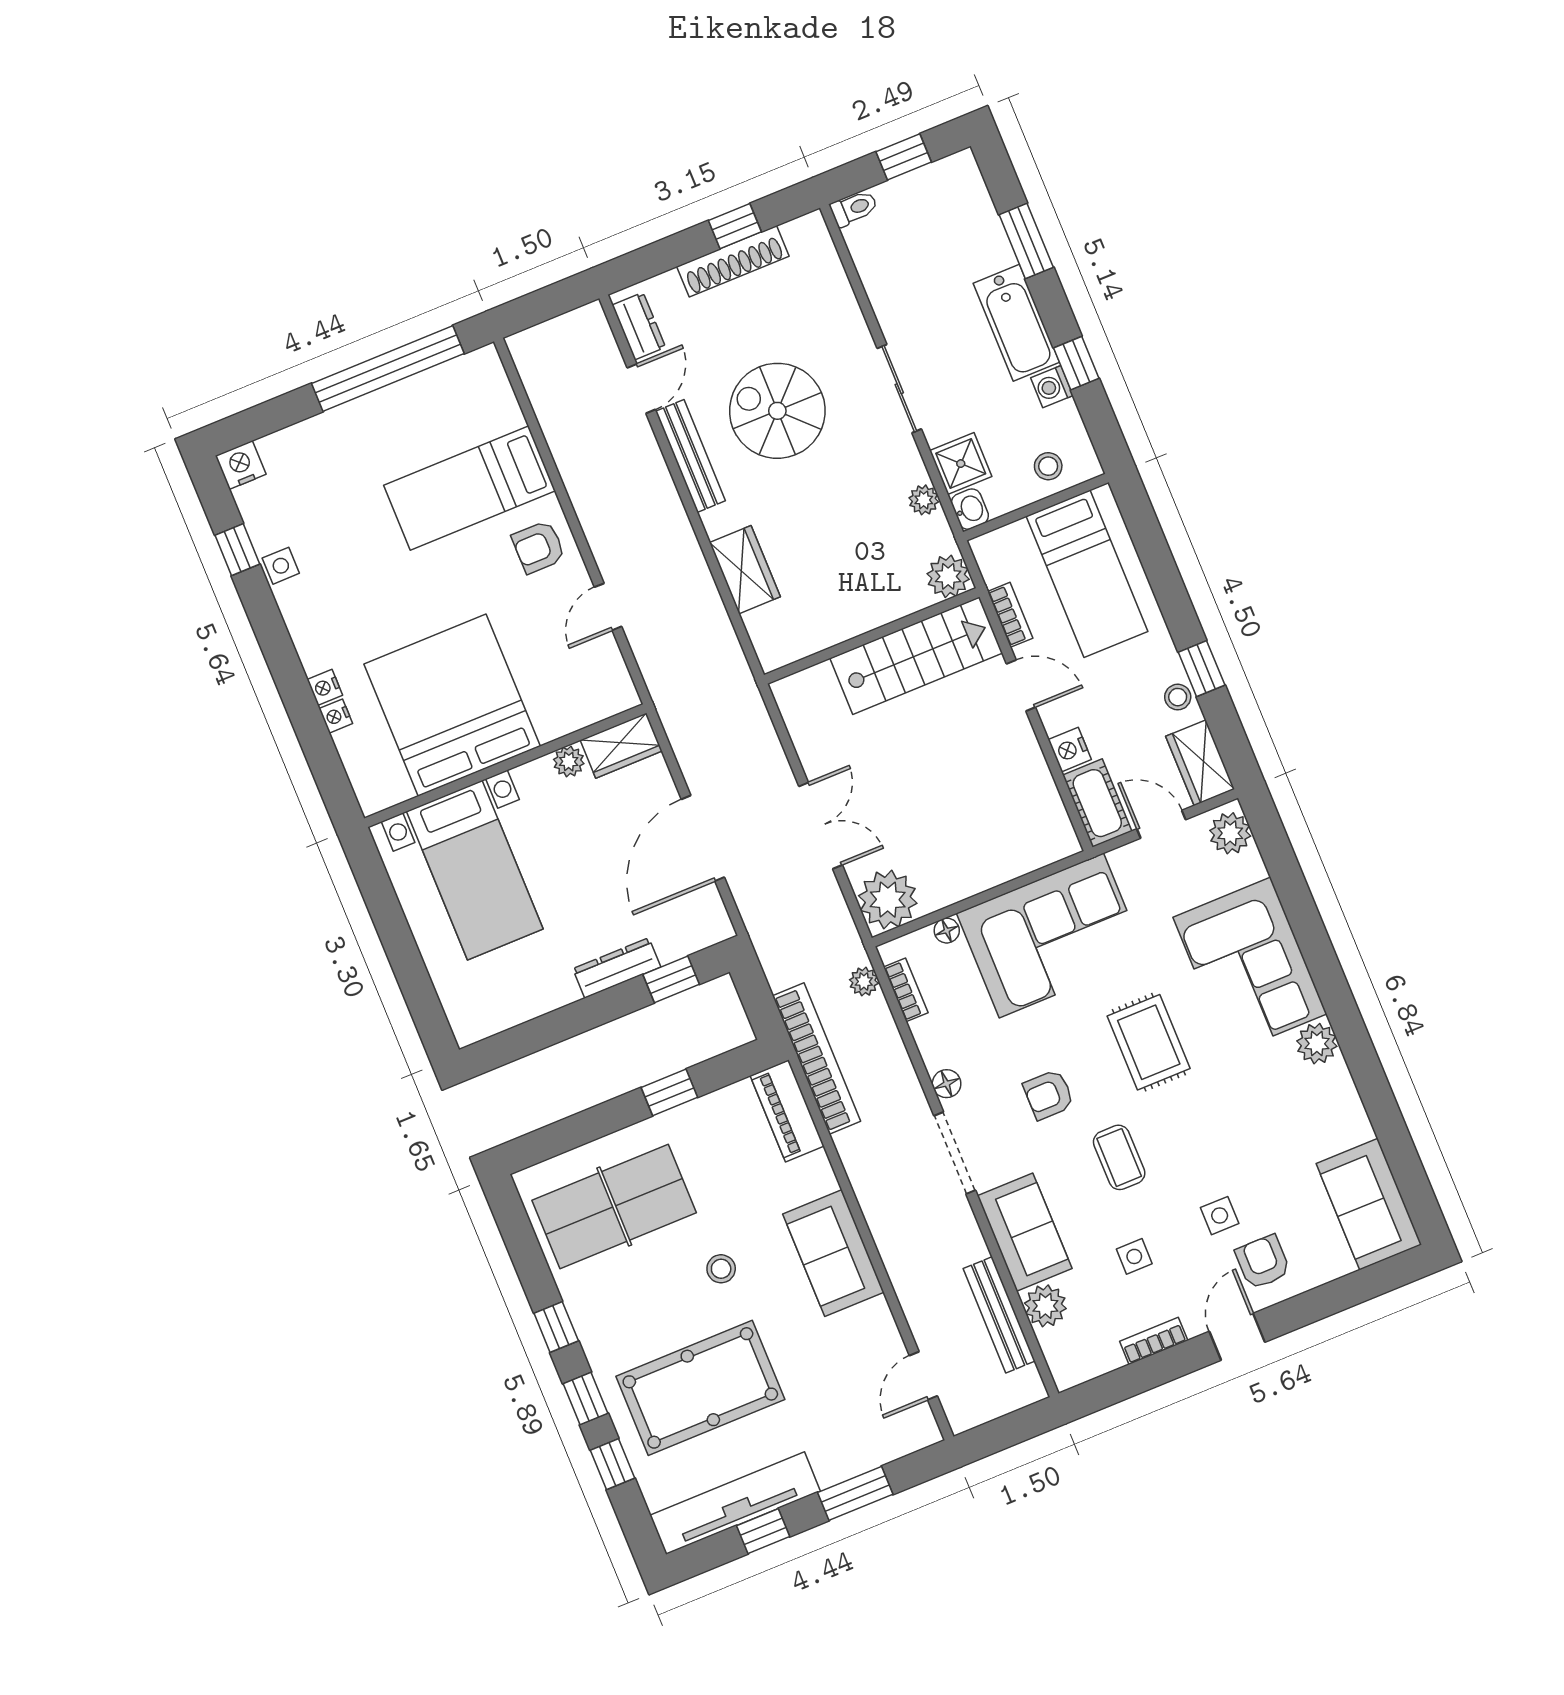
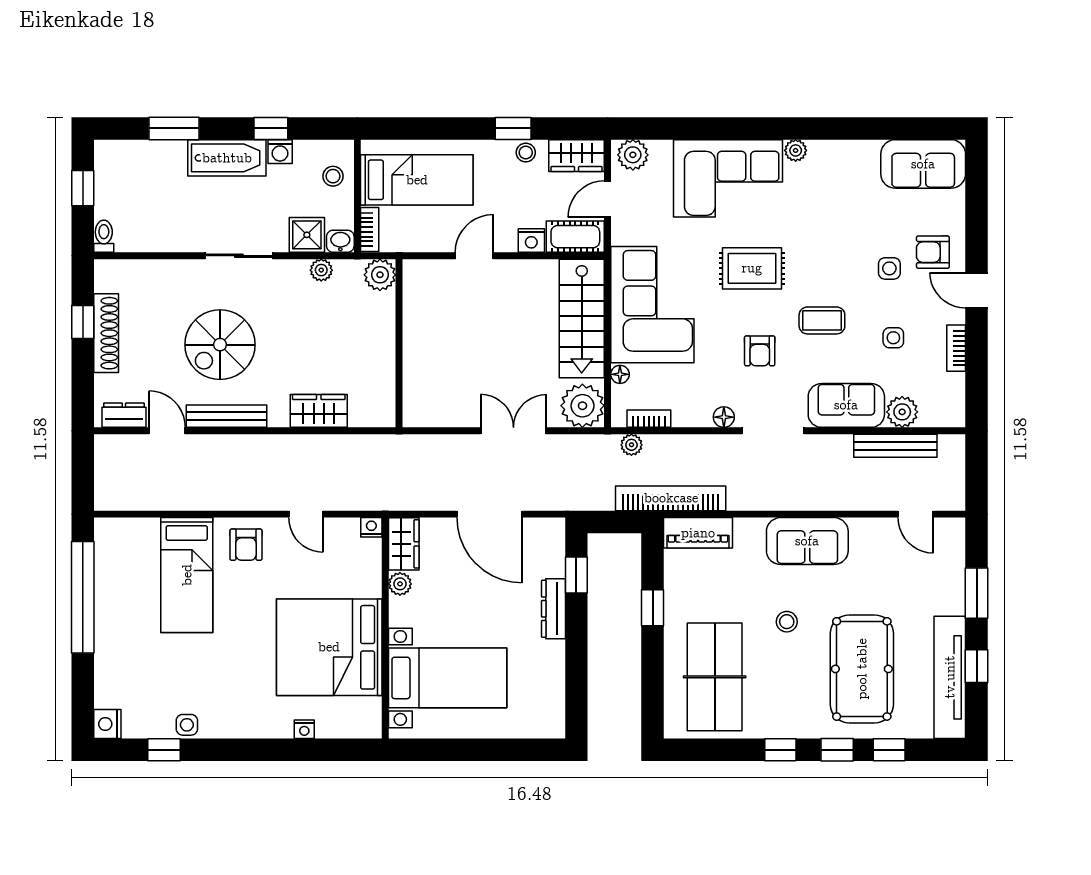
bookcase: (1010, 615) -> (370, 230), moved, turned 90
stairs: (916, 656) -> (582, 318), moved, turned 180
nightstand: (325, 687) -> (371, 527), moved, turned 180
plant: (1317, 1044) -> (796, 150), width x0.73, depth x0.73

